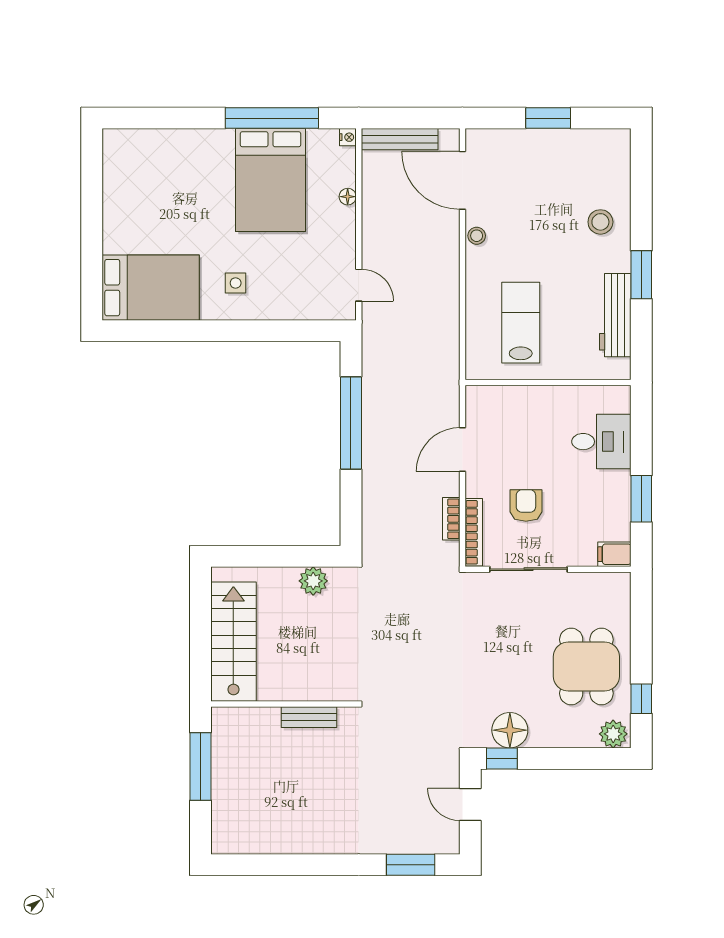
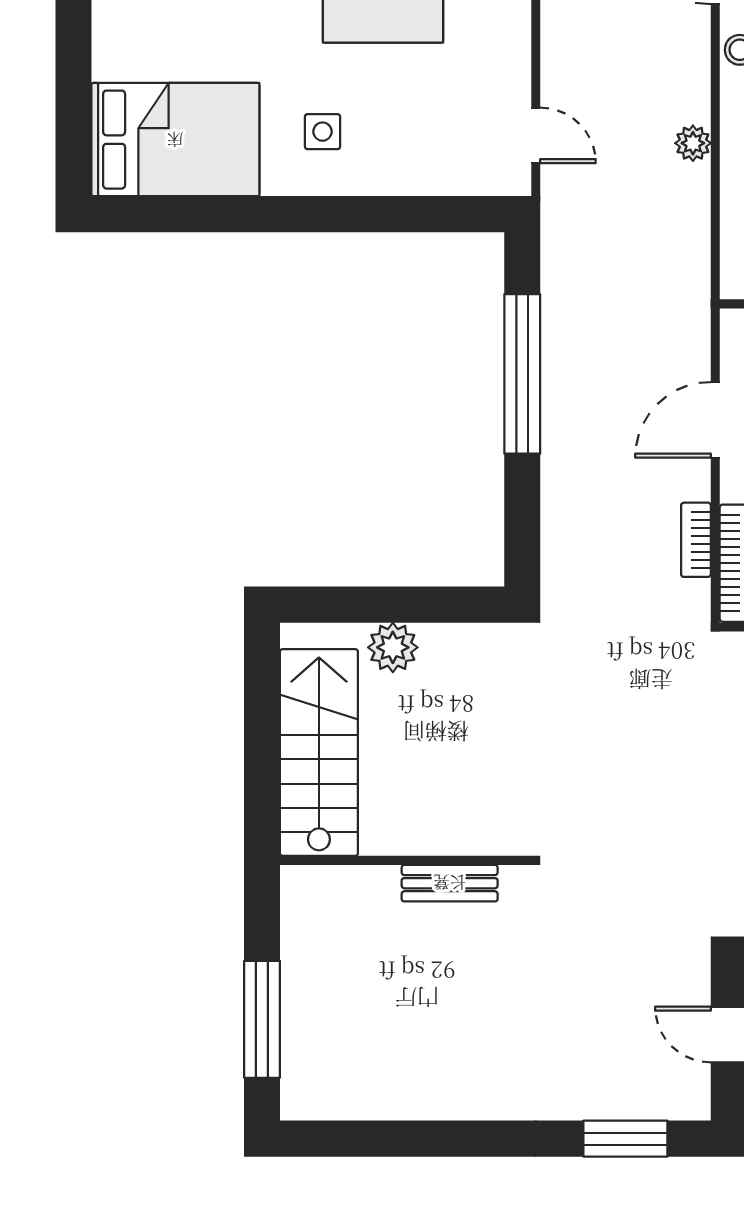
plant: (450, 290) -> (693, 143), added
plant: (313, 581) -> (393, 647), moved
window: (201, 767) -> (262, 1019), moved

